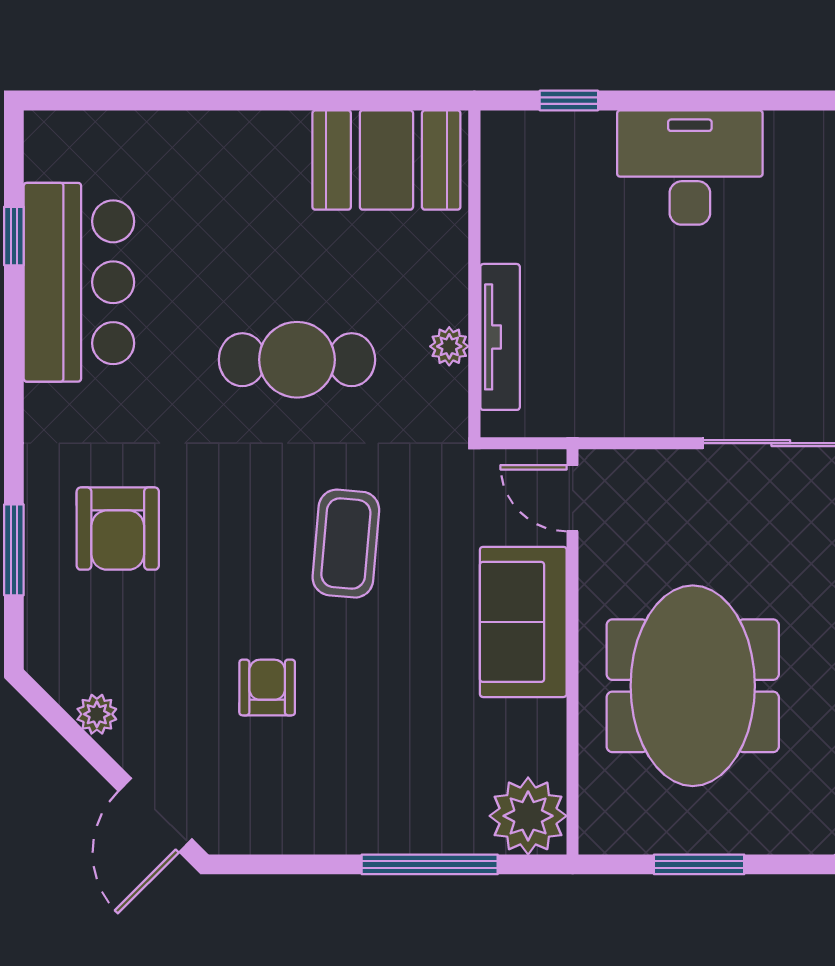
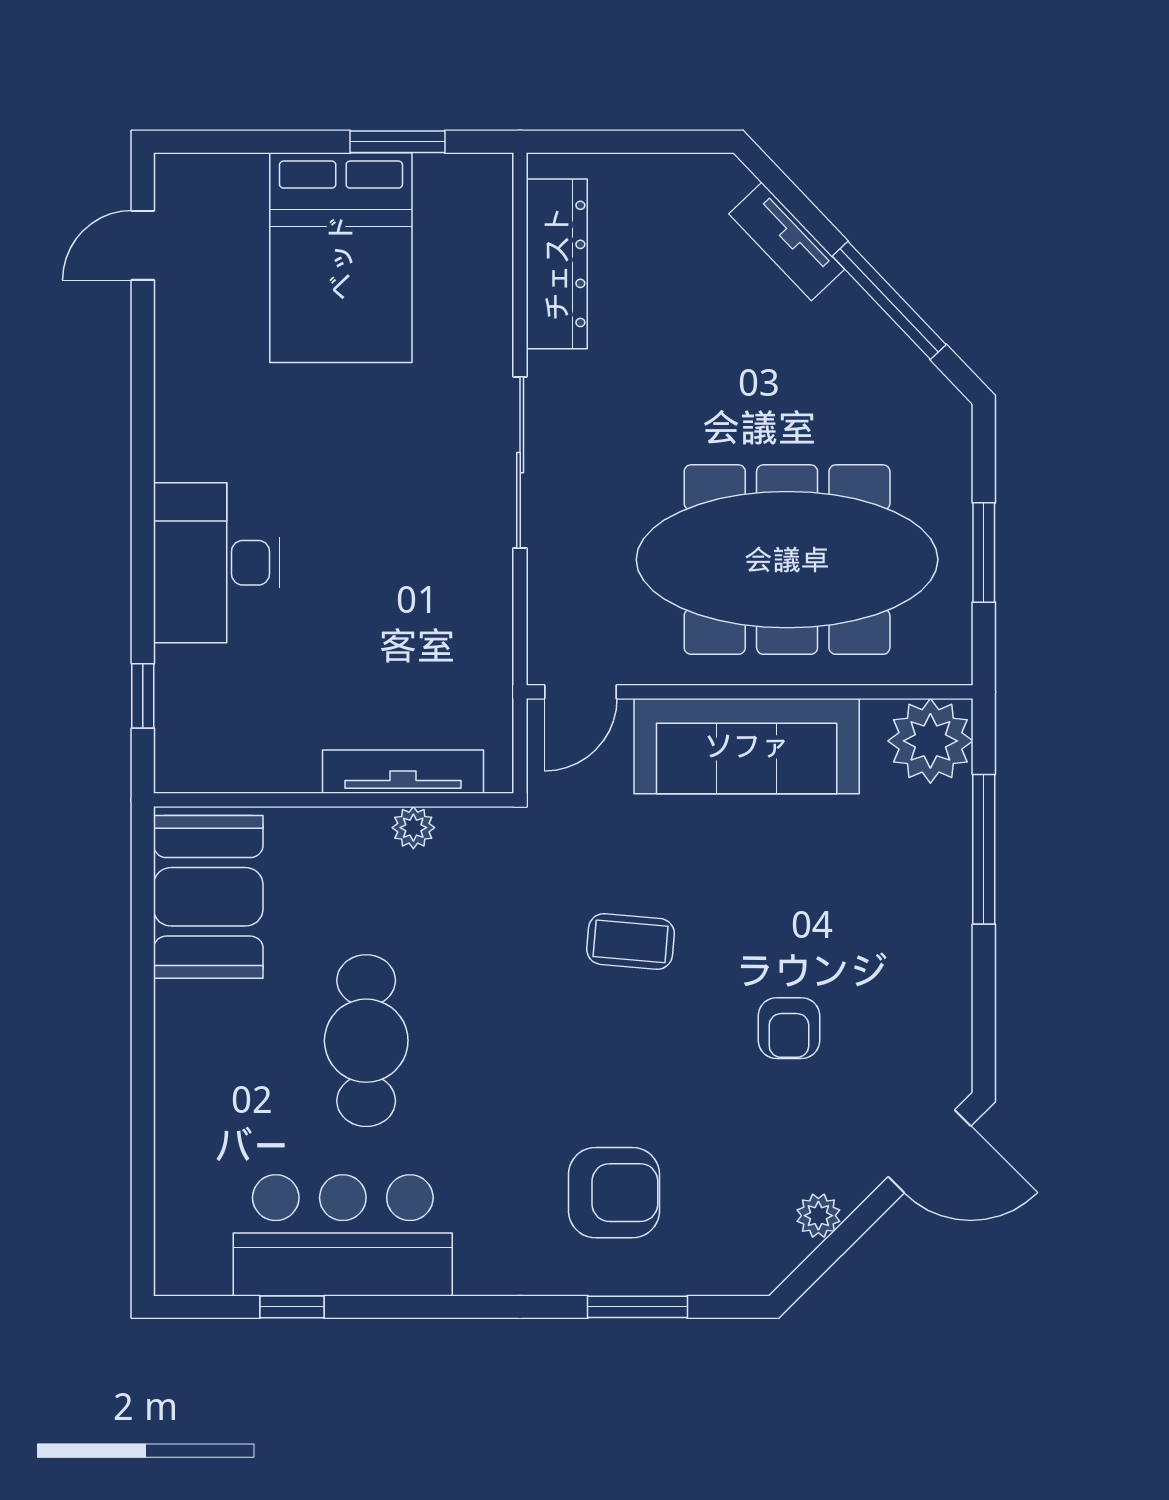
cafe table: (297, 360) -> (366, 1041), moved
coffee table: (346, 544) -> (631, 941), width x0.73, depth x0.77
sofa: (523, 622) -> (747, 746), width x1.36
meeting table: (693, 686) -> (787, 560), width x1.36
armchair: (267, 687) -> (789, 1028), turned -90

